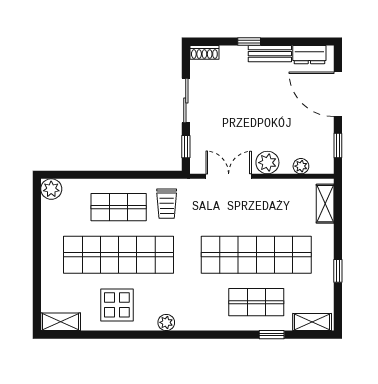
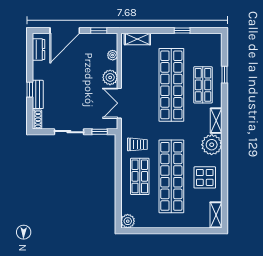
bench: (270, 54) -> (38, 94), moved
plant: (166, 322) -> (212, 145), width x1.87, depth x1.87
shelving: (312, 322) -> (216, 121), moved

